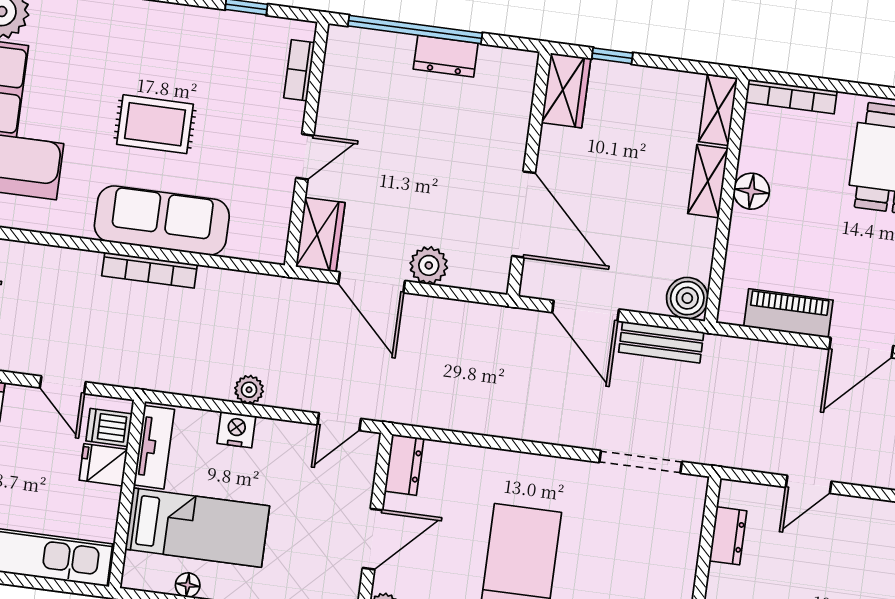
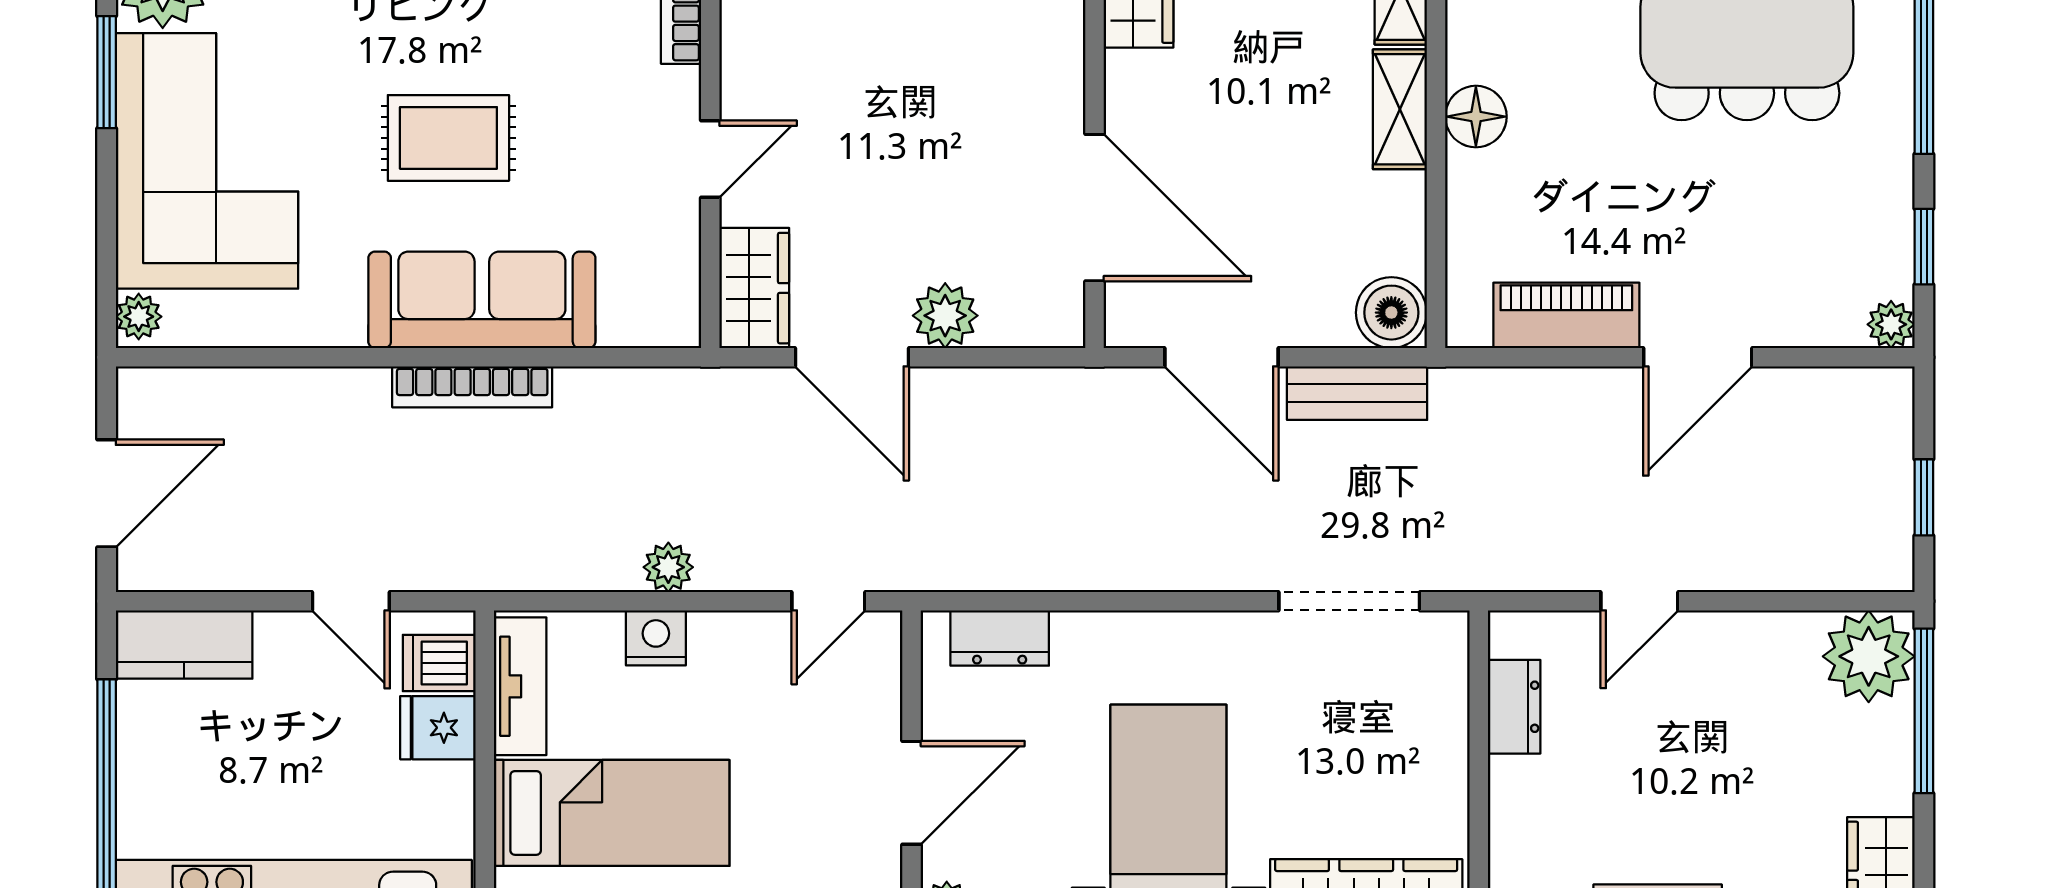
dresser: (404, 465) -> (1000, 638), moved, turned 90

